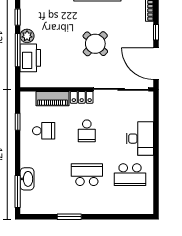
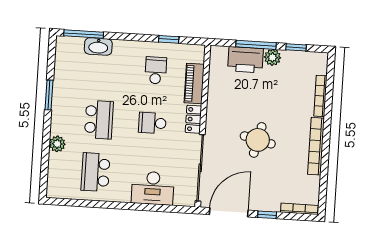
round table: (95, 44) -> (258, 140), turned -31
school desk: (44, 131) -> (156, 70), turned 180
desk: (140, 139) -> (153, 188), moved
plant: (109, 207) -> (57, 144), added

